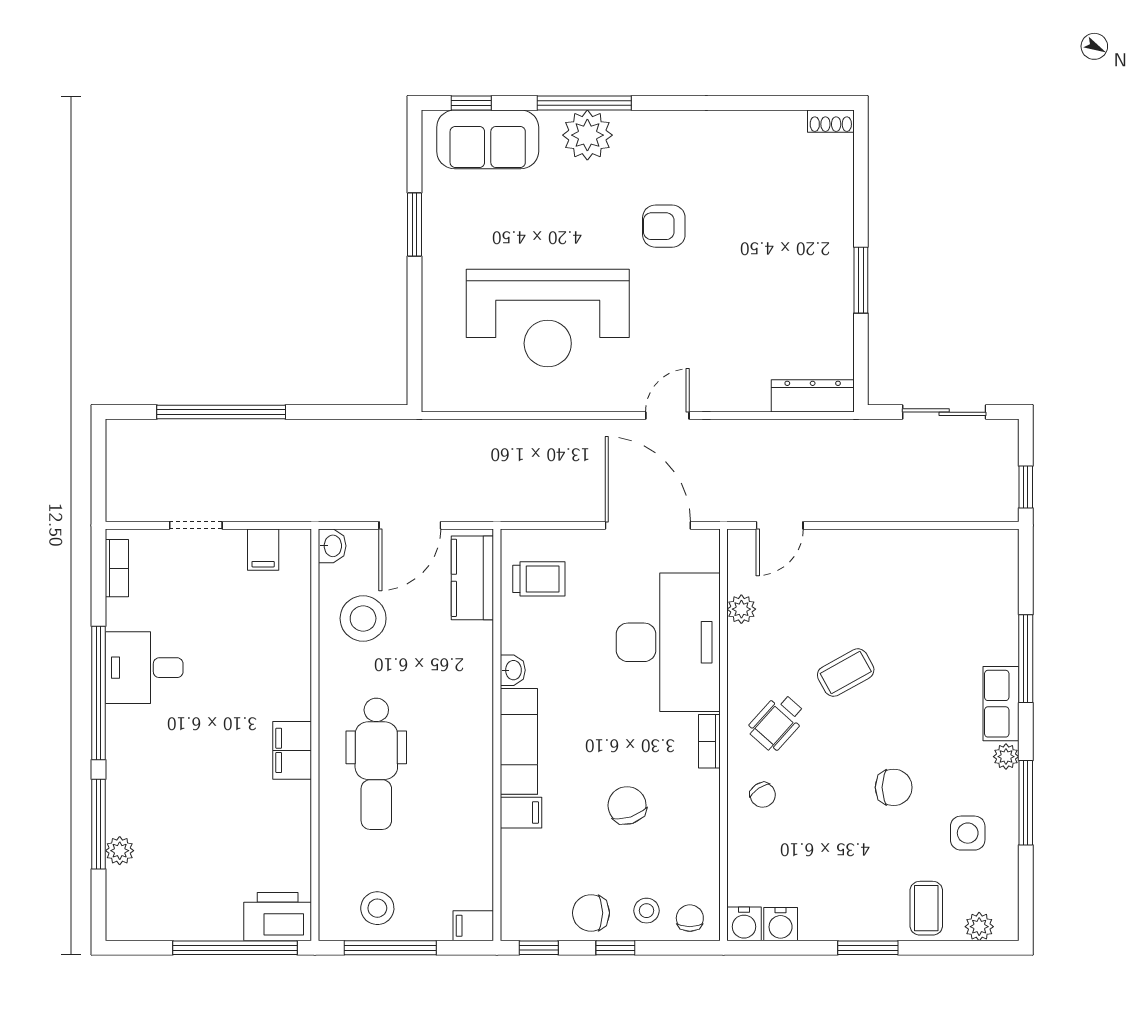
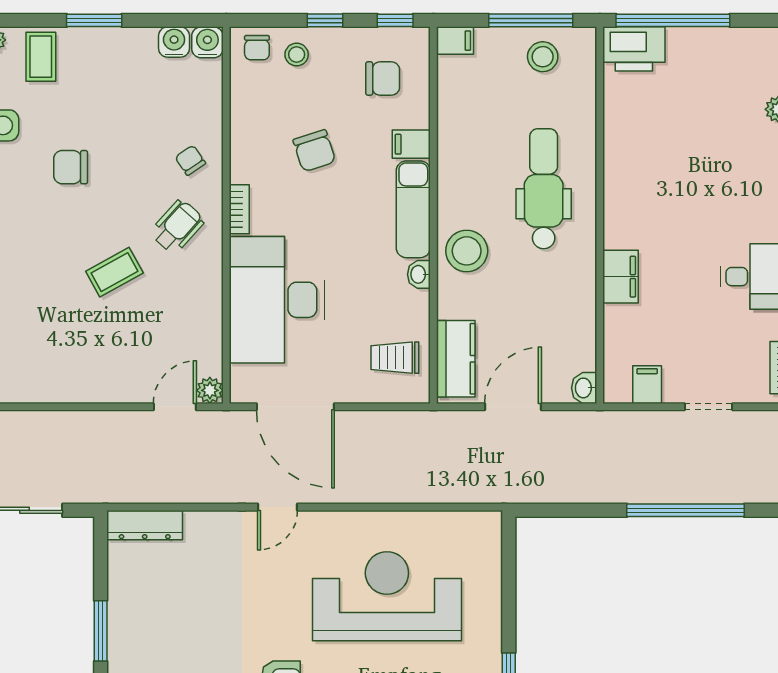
plant: (741, 609) -> (210, 390), moved
stool: (363, 618) -> (467, 251), moved
filing cabinet: (292, 750) -> (621, 277), moved
chair: (591, 913) -> (383, 78), moved

